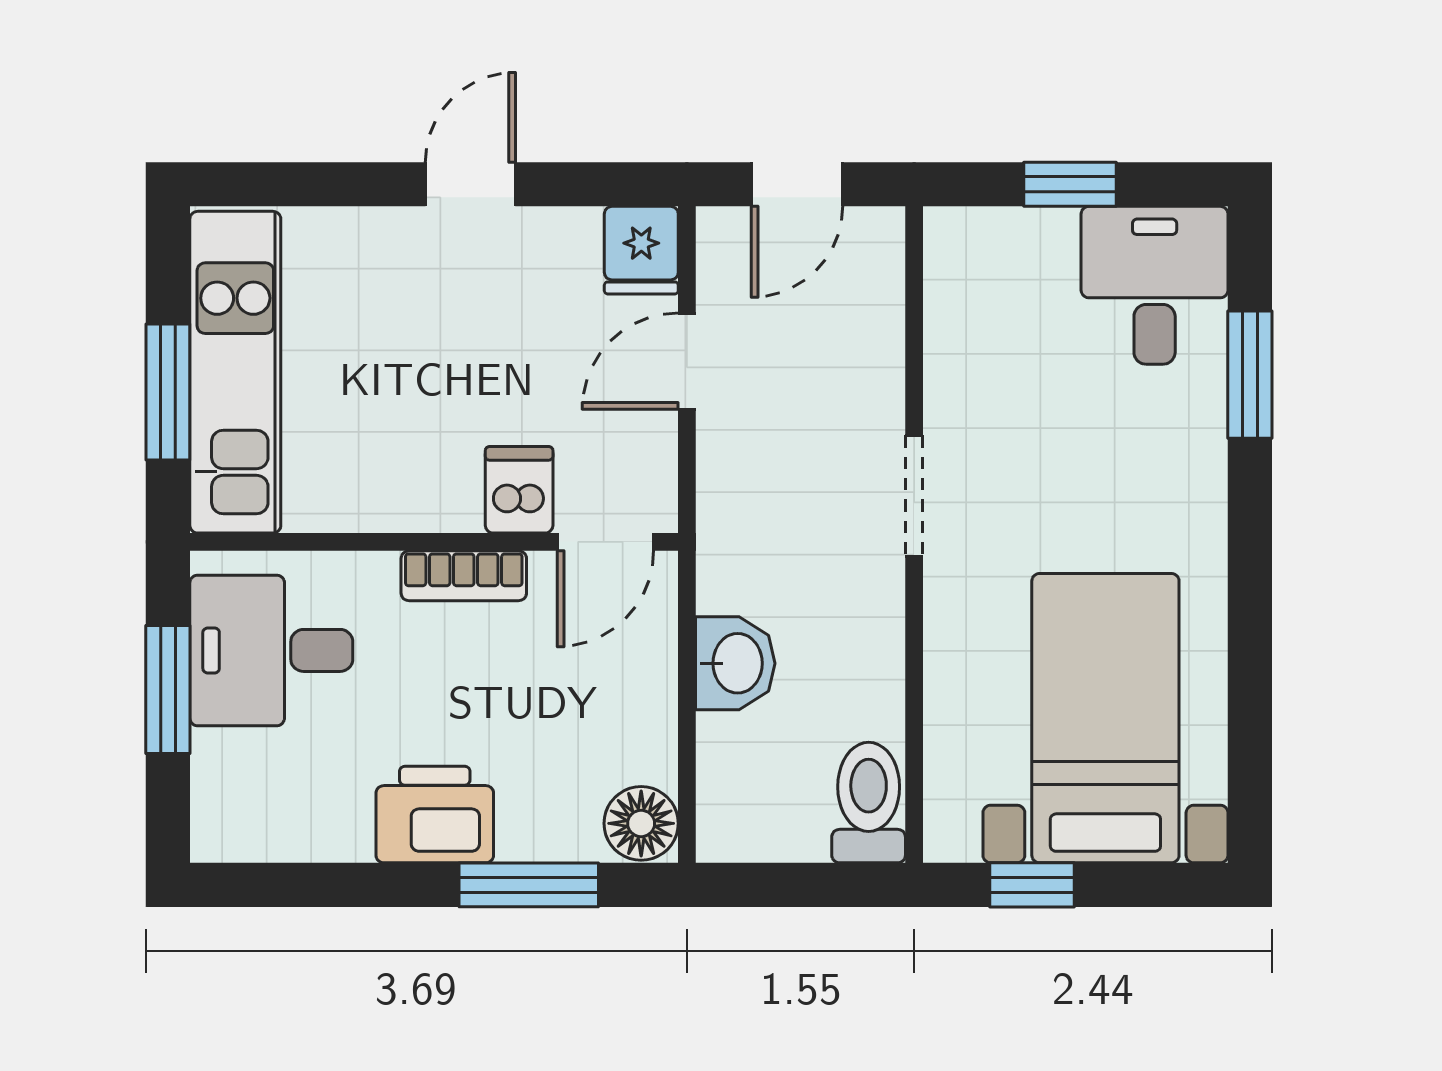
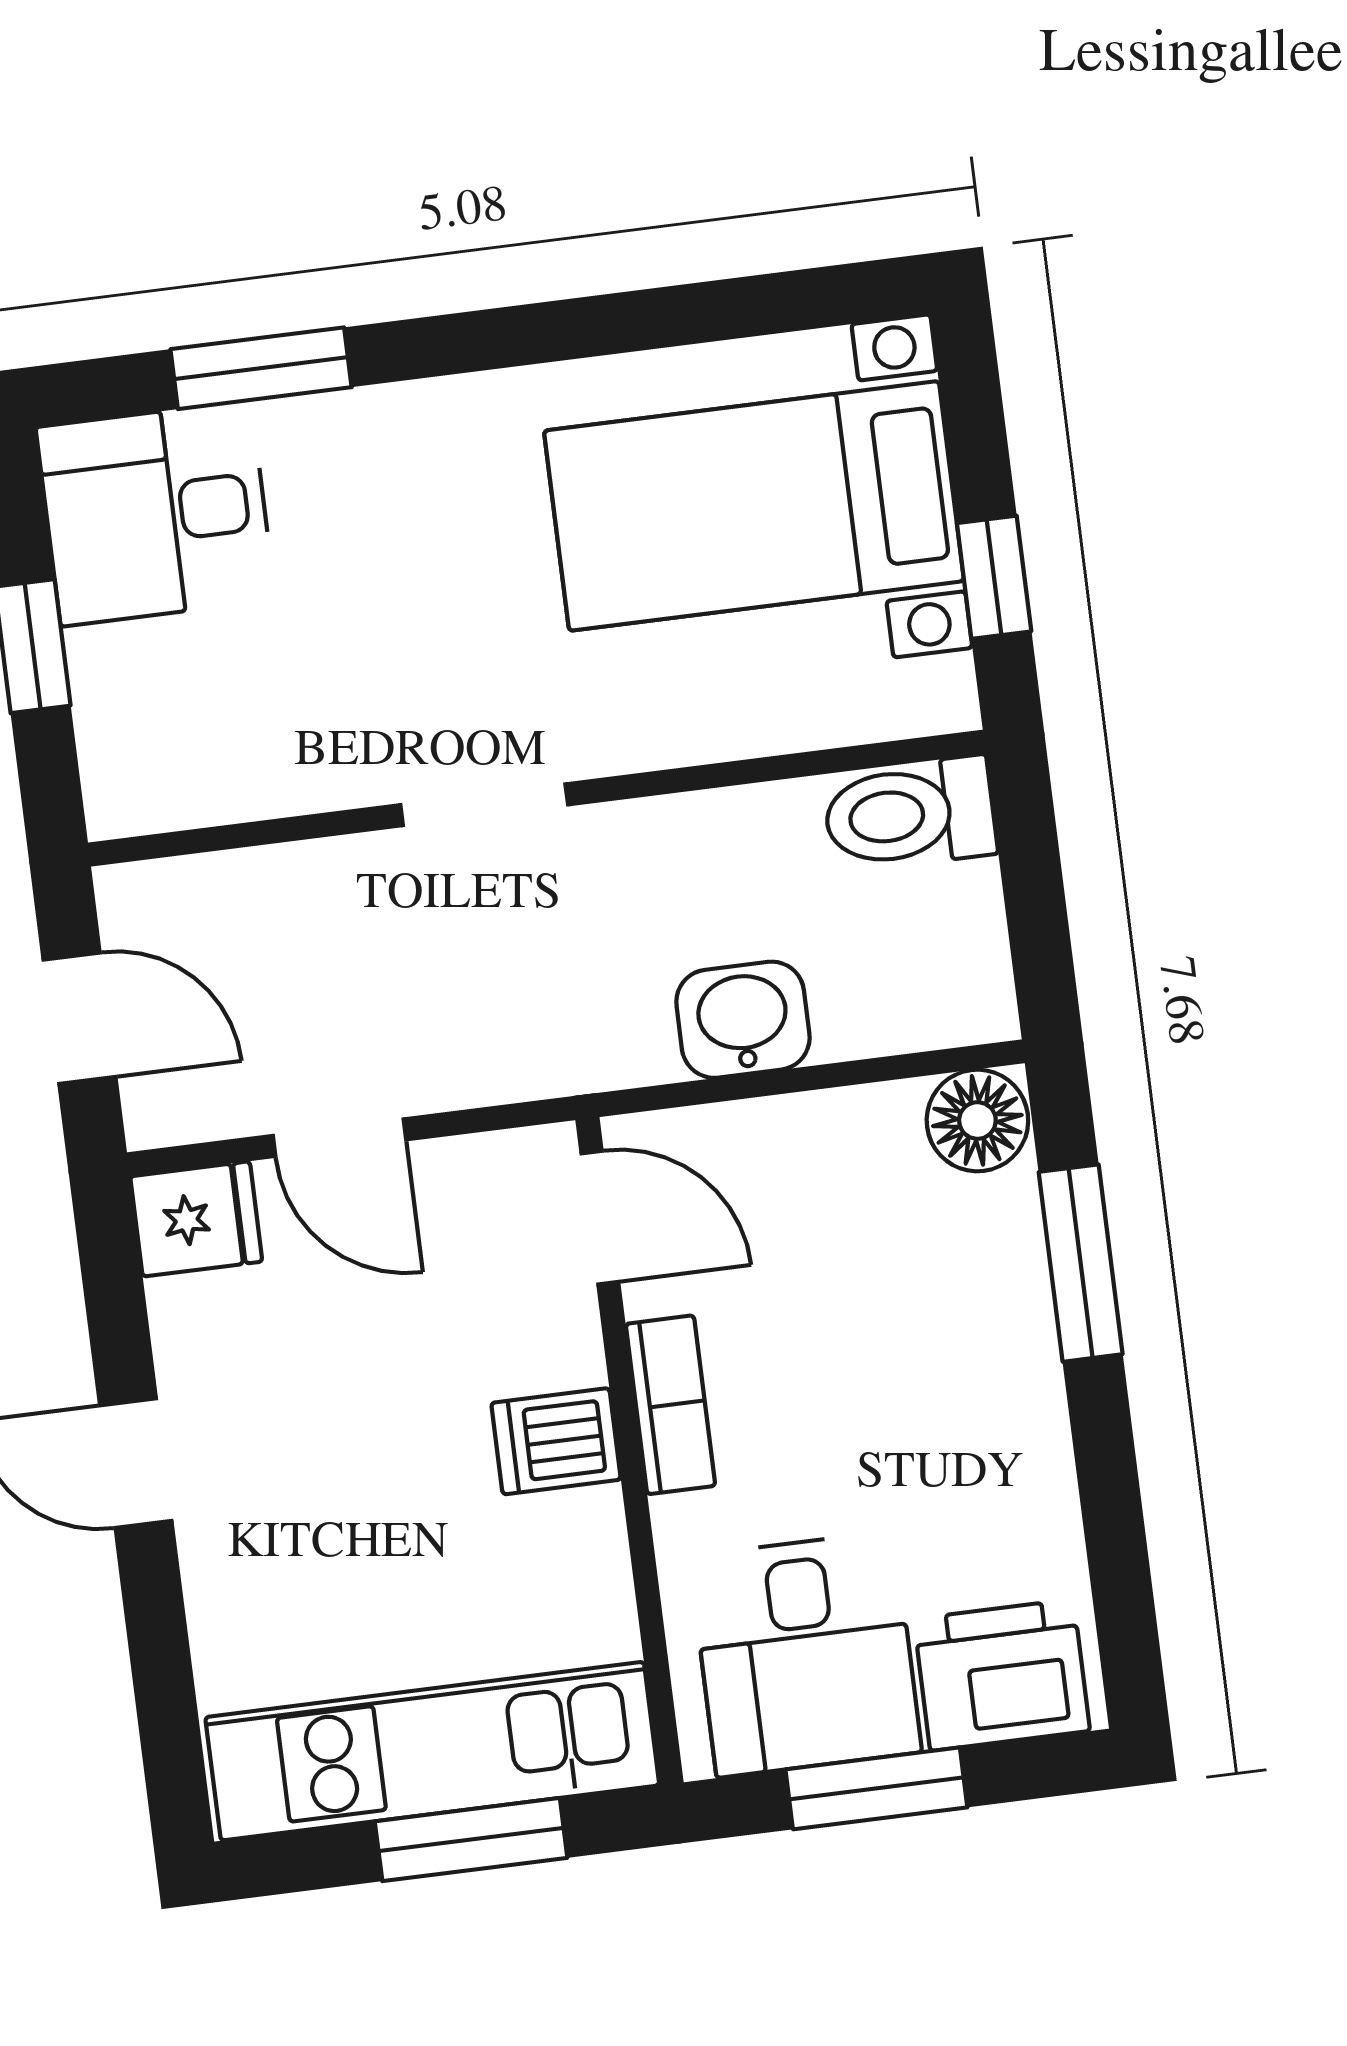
dishwasher: (519, 490) -> (556, 1441), moved
printer: (435, 815) -> (1002, 1675), moved, turned 90

